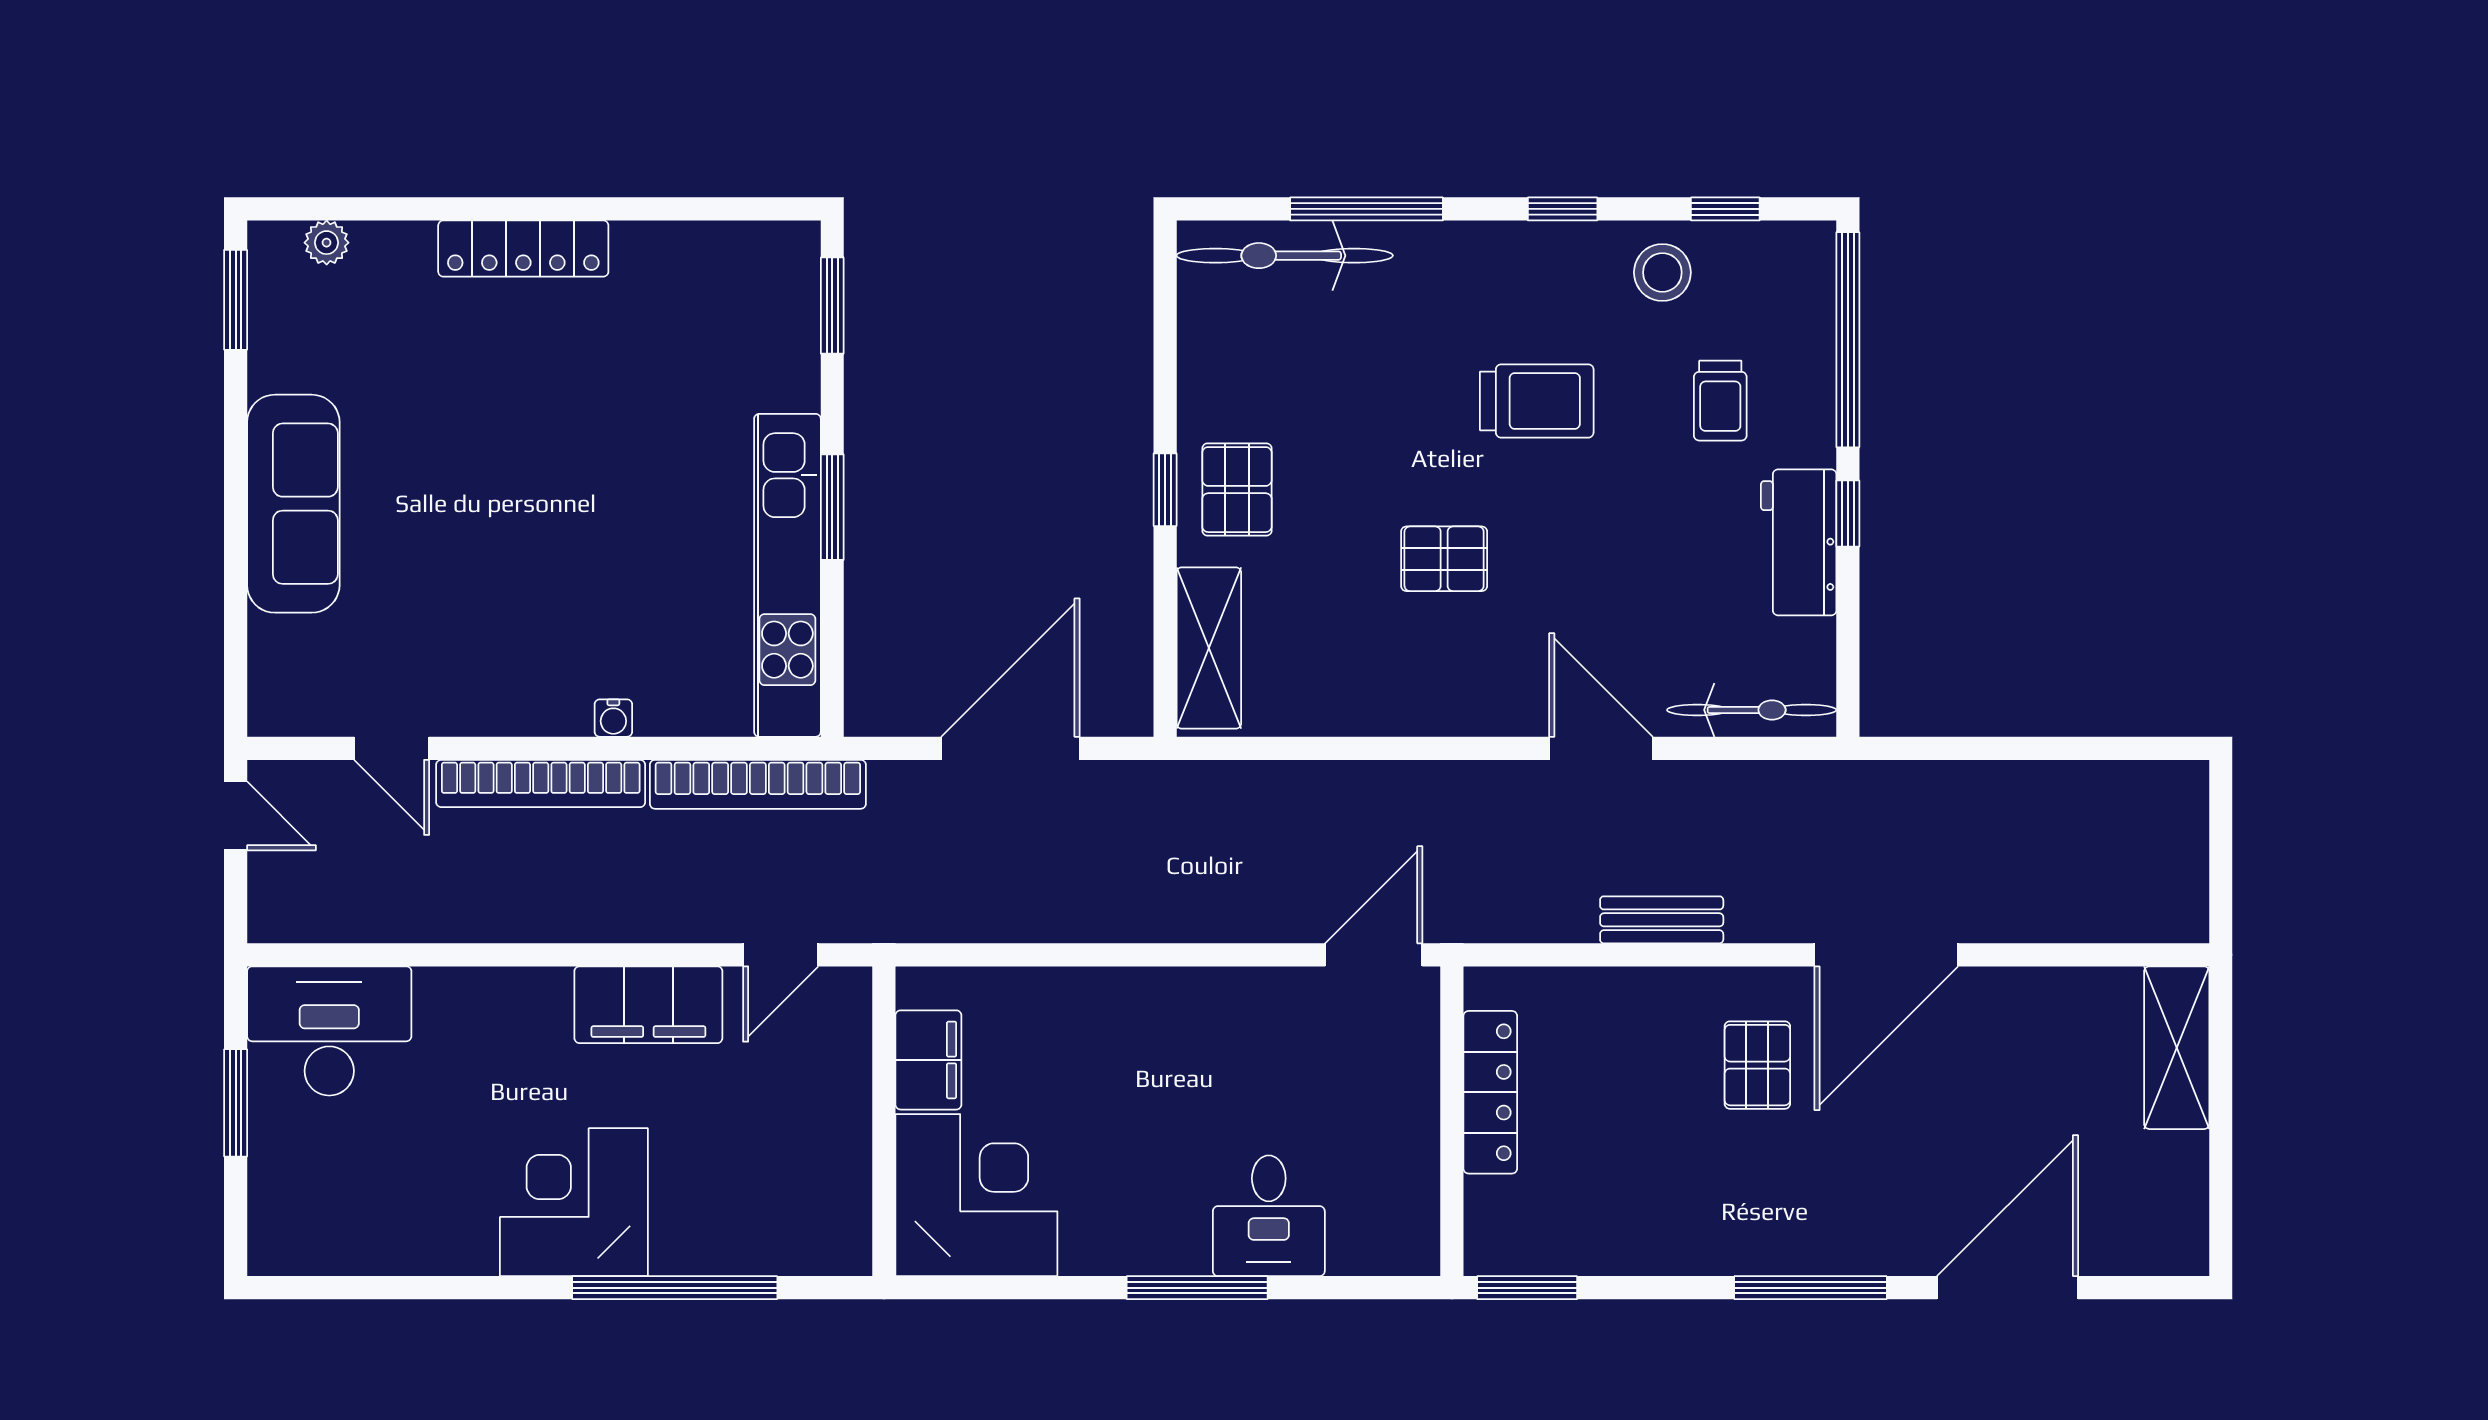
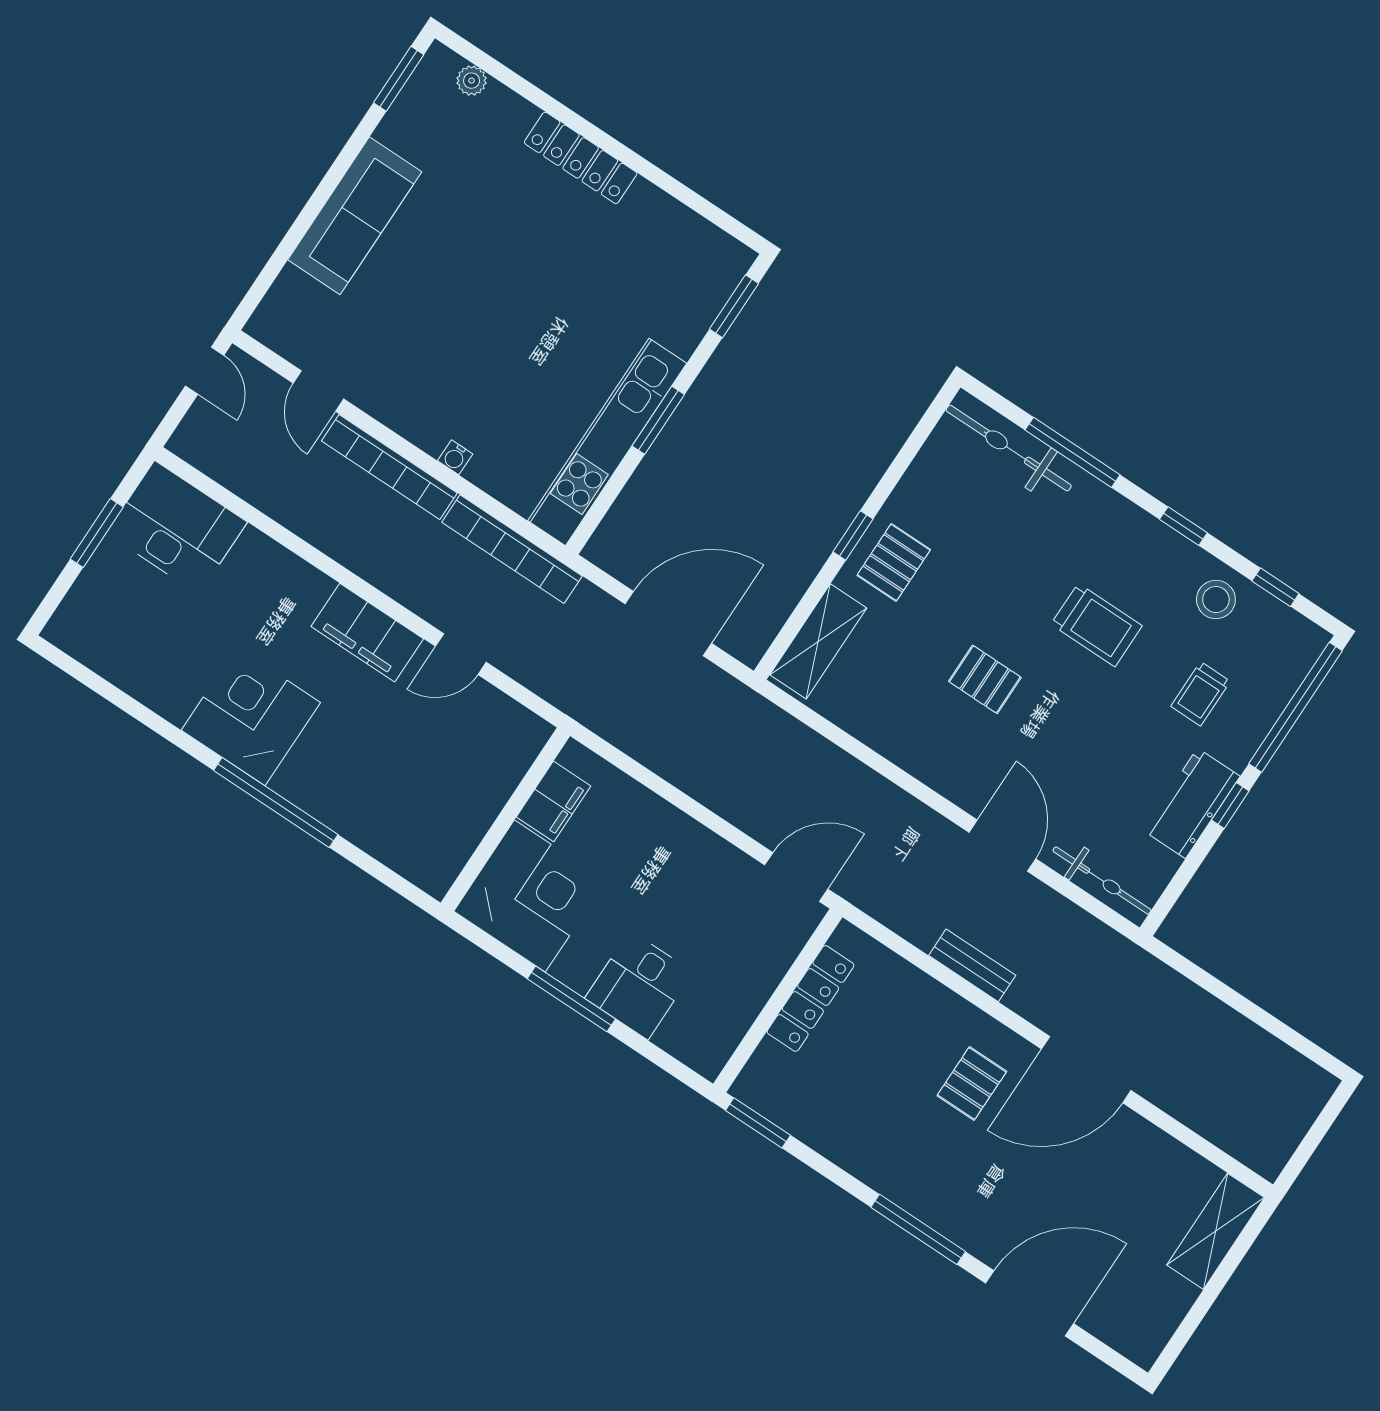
filing cabinet: (928, 1060) -> (554, 801), moved
wall: (884, 1121) -> (505, 819), moved
corner desk: (976, 1195) -> (530, 896), moved

